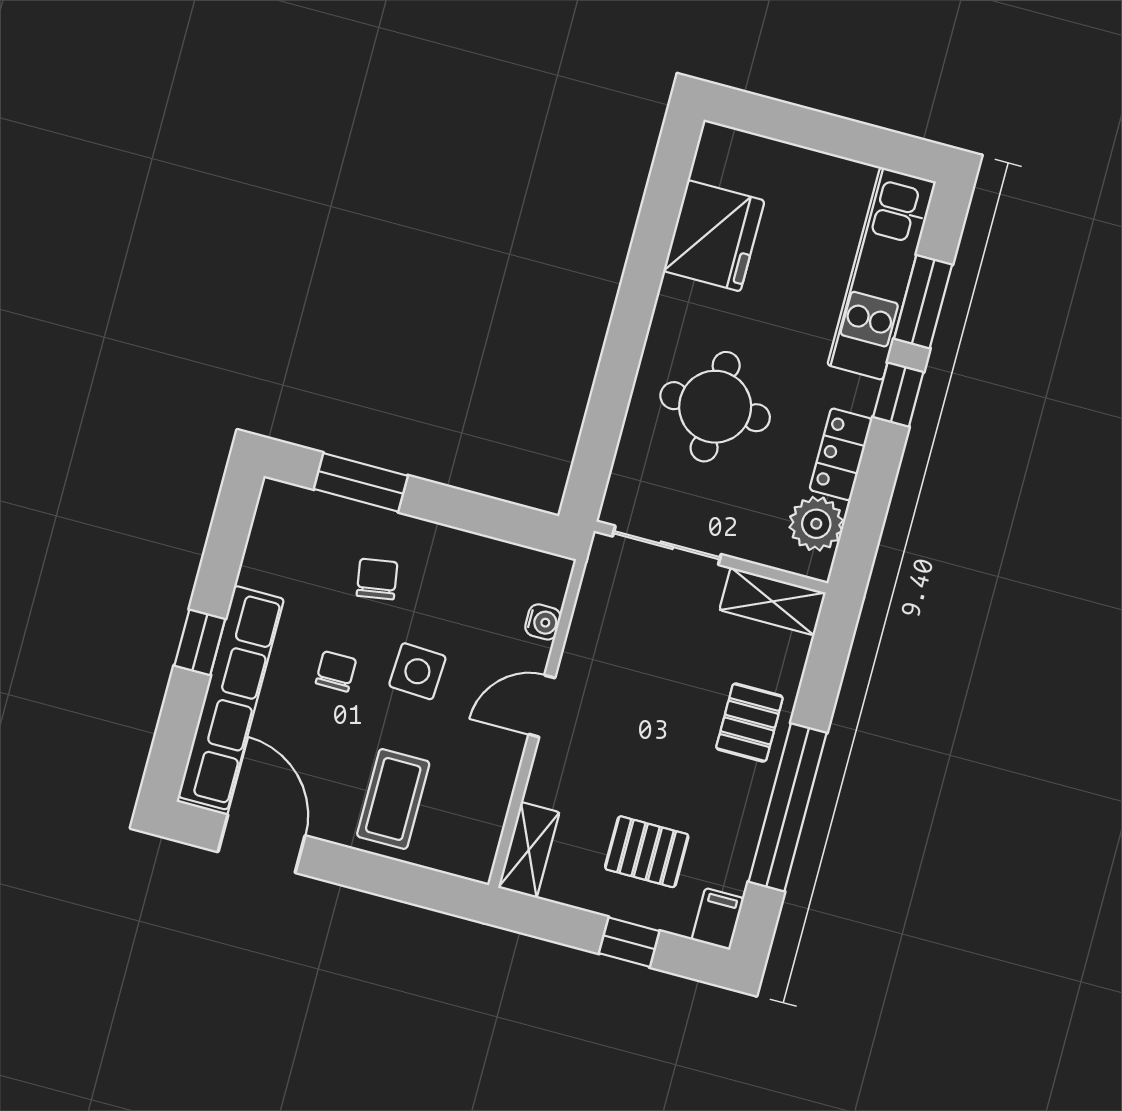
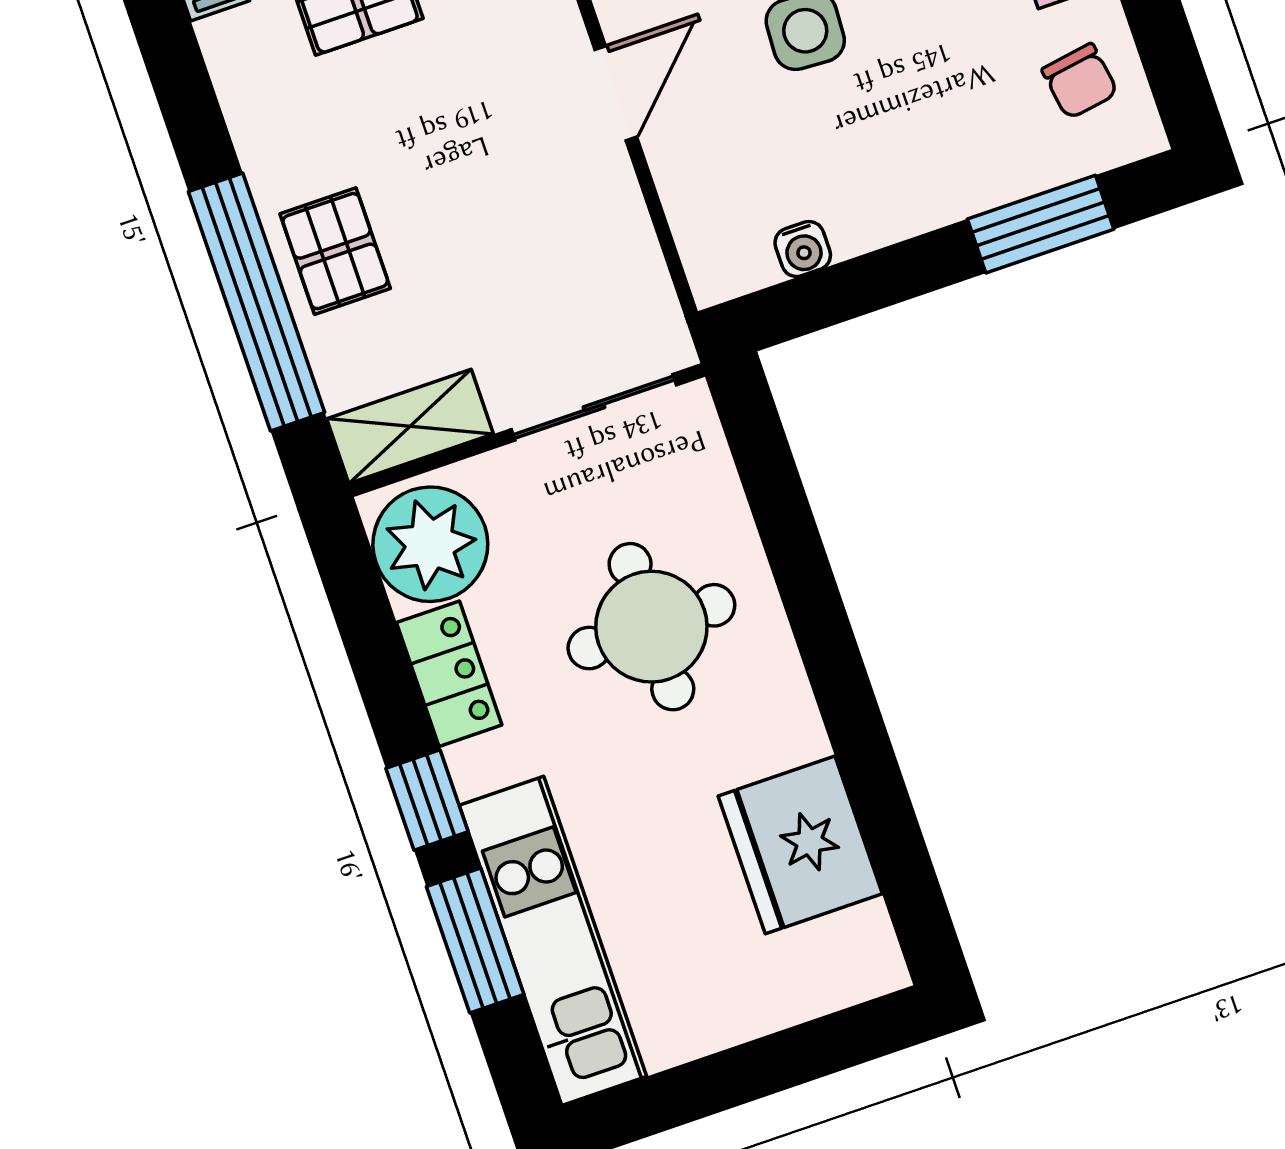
plant: (816, 524) -> (430, 544), width x1.36, depth x1.36
chair: (377, 579) -> (1080, 81), moved
water cooler: (543, 622) -> (803, 249), moved, turned -90
window: (788, 807) -> (257, 302), moved

